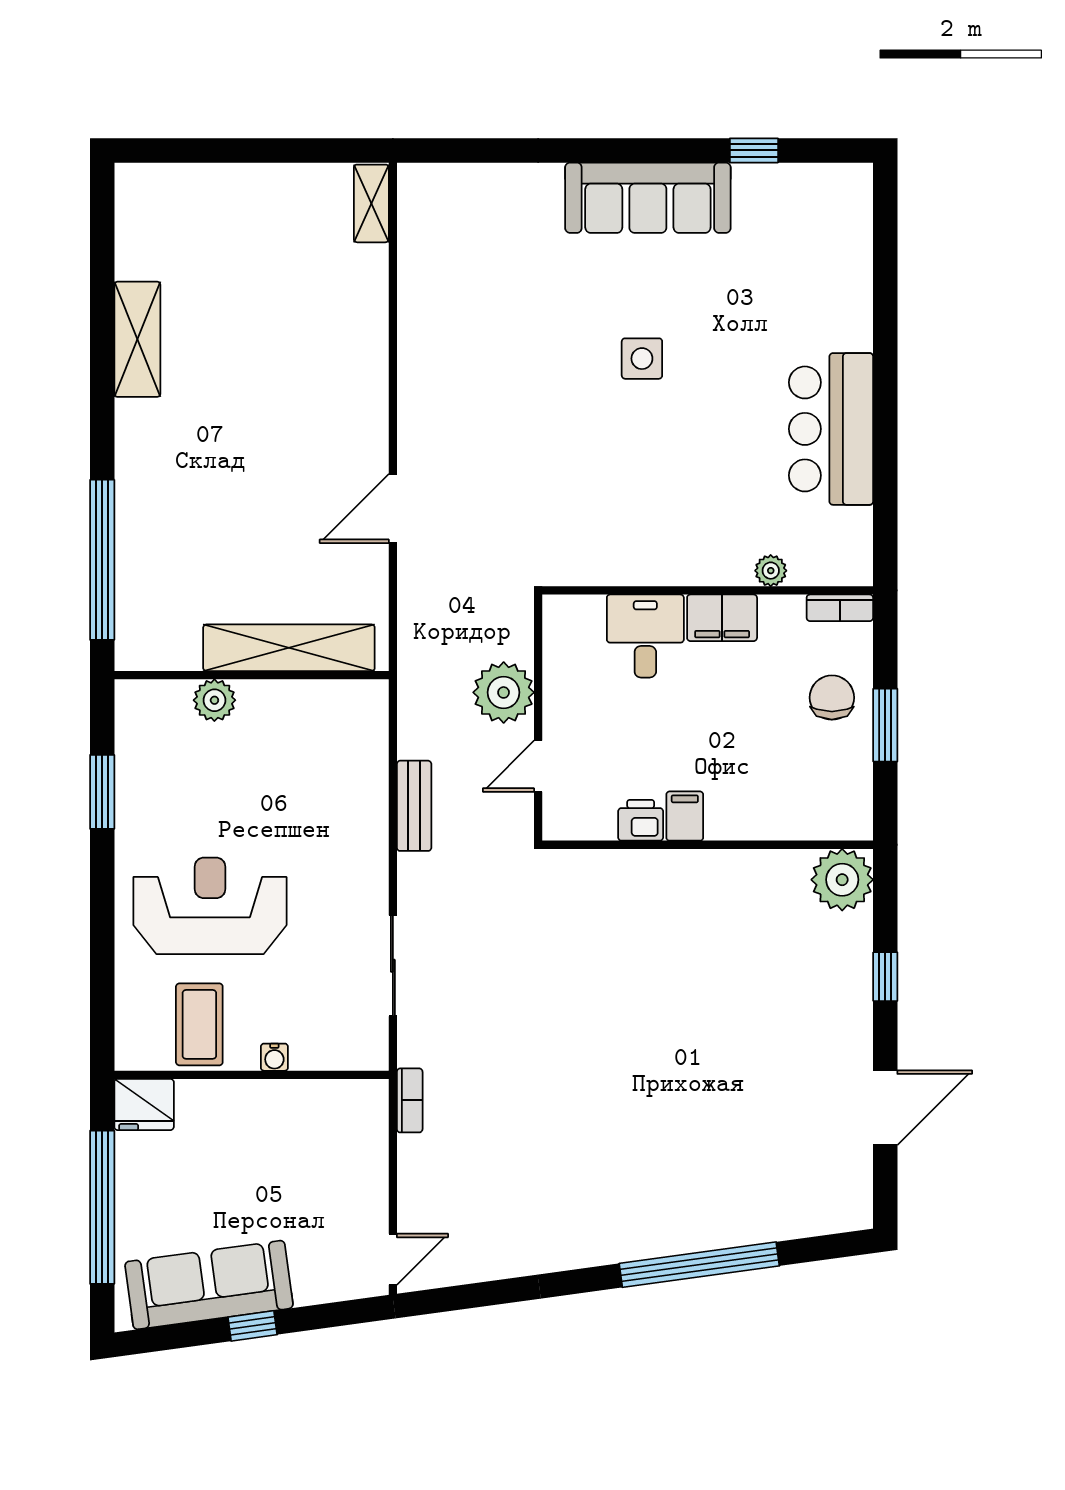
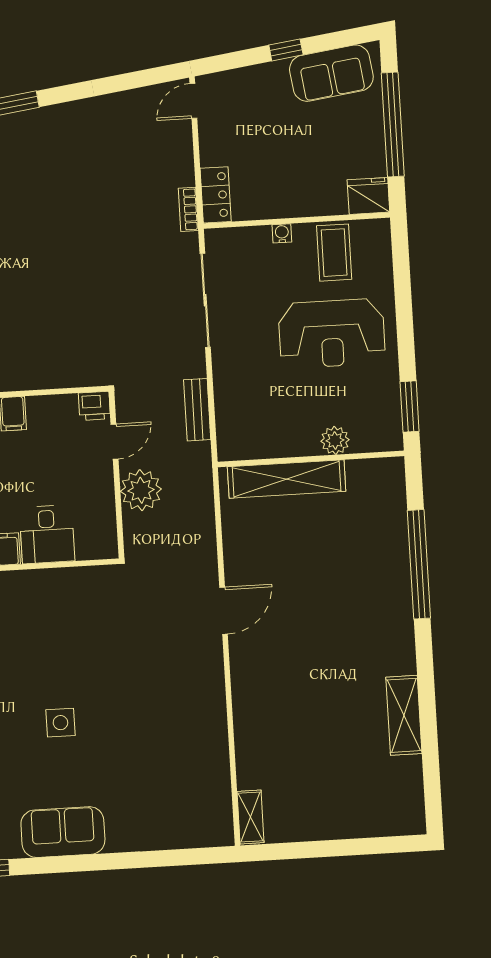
sofa: (648, 198) -> (63, 832), width x0.73
shelving: (289, 648) -> (287, 479), moved
wall: (252, 675) -> (311, 459), moved
plant: (214, 700) -> (335, 440), moved
printer: (641, 820) -> (94, 406), moved
sliding door: (393, 966) -> (205, 300), width x1.37
locker: (368, 1119) -> (216, 195), added
sofa: (209, 1285) -> (331, 73), width x0.73

